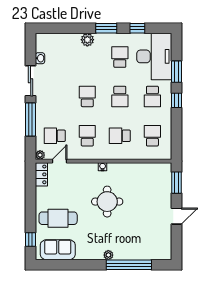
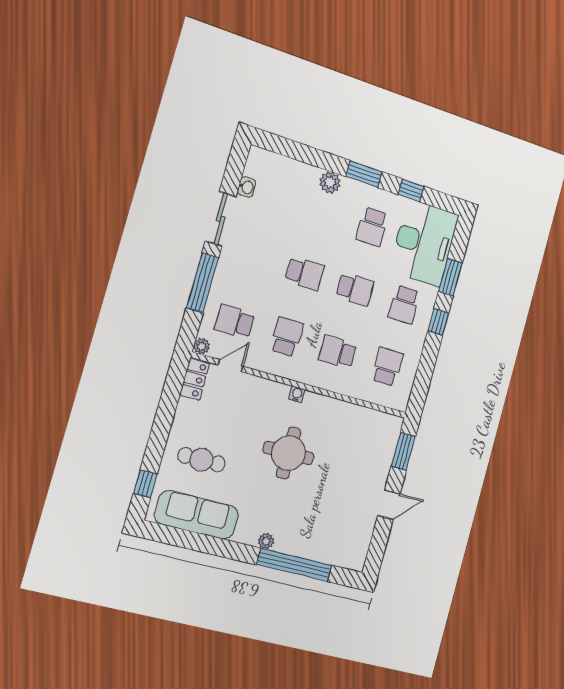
school desk: (120, 57) -> (372, 227), turned 180
school desk: (87, 96) -> (305, 273), turned 90
school desk: (120, 96) -> (355, 289), turned -90
cafe table: (58, 218) -> (202, 460), width x0.73, depth x0.74
sofa: (58, 250) -> (197, 515), width x1.36

